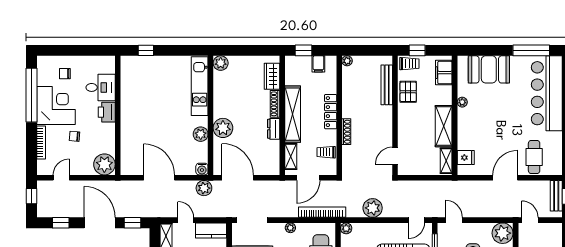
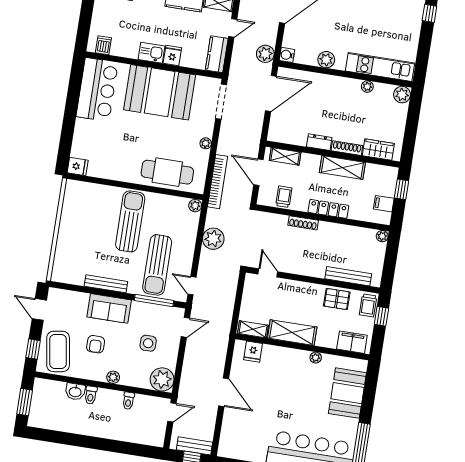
shelving: (293, 114) -> (342, 168), width x0.68
plant: (223, 128) -> (367, 87), moved, width x0.53, depth x0.53
cafe table: (534, 157) -> (242, 428), removed

